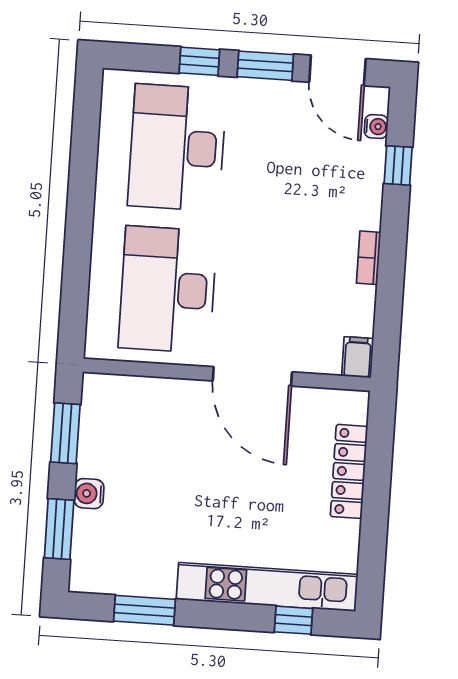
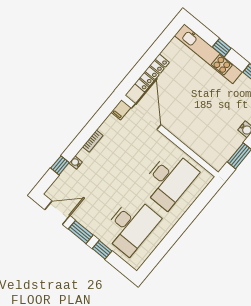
door: (337, 70) -> (57, 213), hinge flipped
water cooler: (376, 126) -> (76, 163), moved
door: (252, 376) -> (146, 117), moved
window: (293, 620) -> (222, 48), moved

